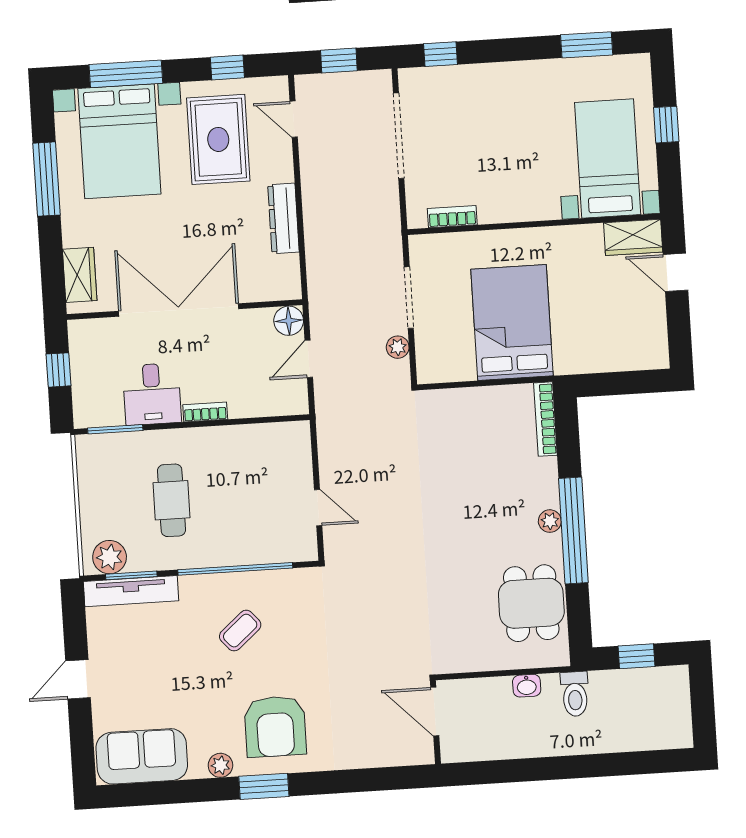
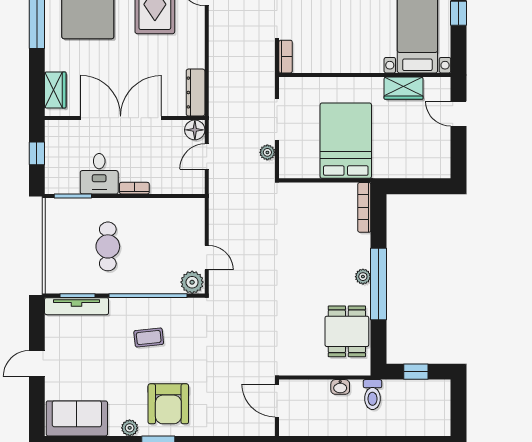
bookcase: (452, 217) -> (286, 57), moved, turned 90
dresser: (283, 218) -> (196, 92), moved
wardrobe: (633, 237) -> (404, 88), moved
plant: (110, 557) -> (192, 282), moved
coffee table: (240, 631) -> (149, 337), turned 35

